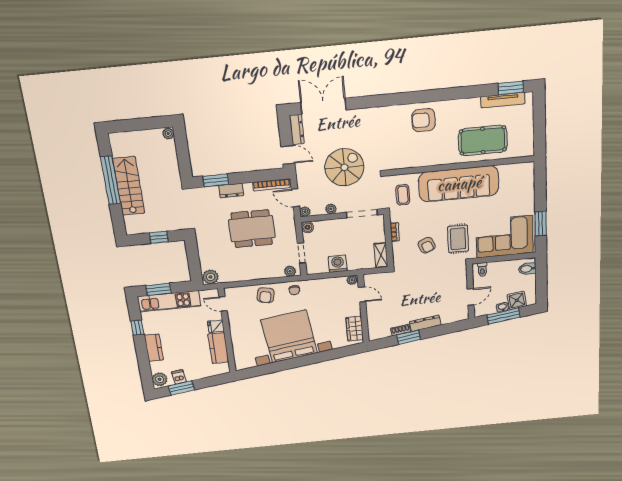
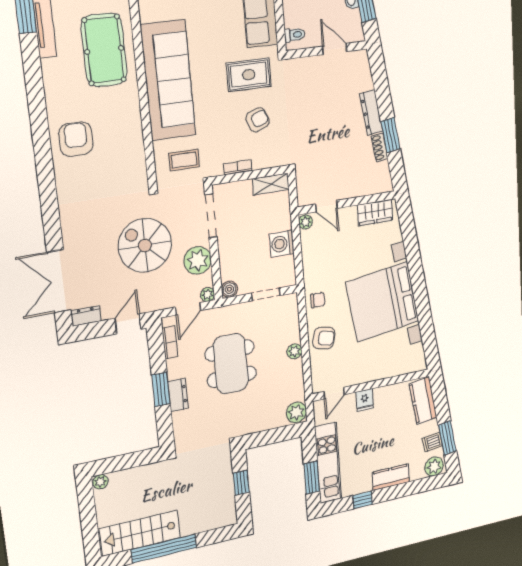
armchair: (424, 120) -> (76, 139), turned 180
dresser: (297, 129) -> (86, 316), width x0.70
window: (216, 180) -> (161, 389), moved
bookcase: (271, 185) -> (170, 342), width x0.64
stairs: (129, 186) -> (140, 533), moved
plant: (331, 209) -> (198, 260), width x1.88, depth x1.88
plant: (290, 271) -> (294, 351), moved
door: (362, 294) -> (326, 206), swing flipped
kitchen counter: (218, 348) -> (423, 401), moved, turned 82

